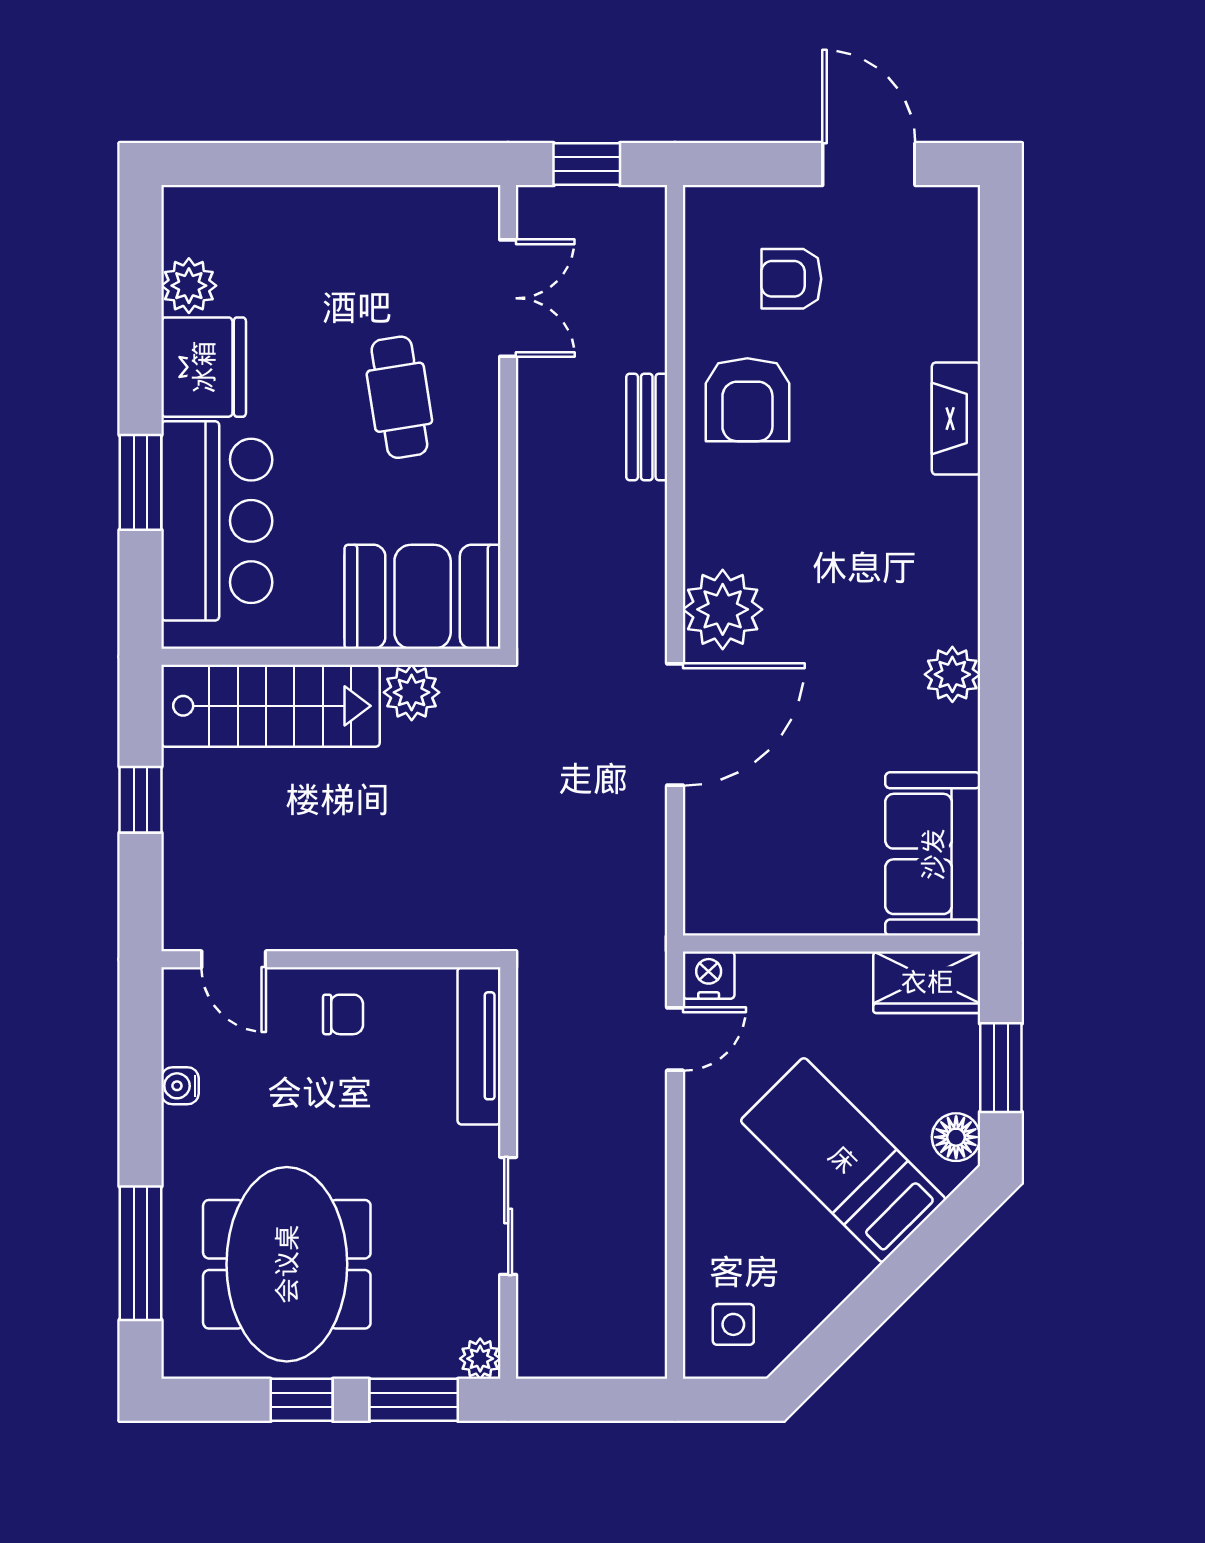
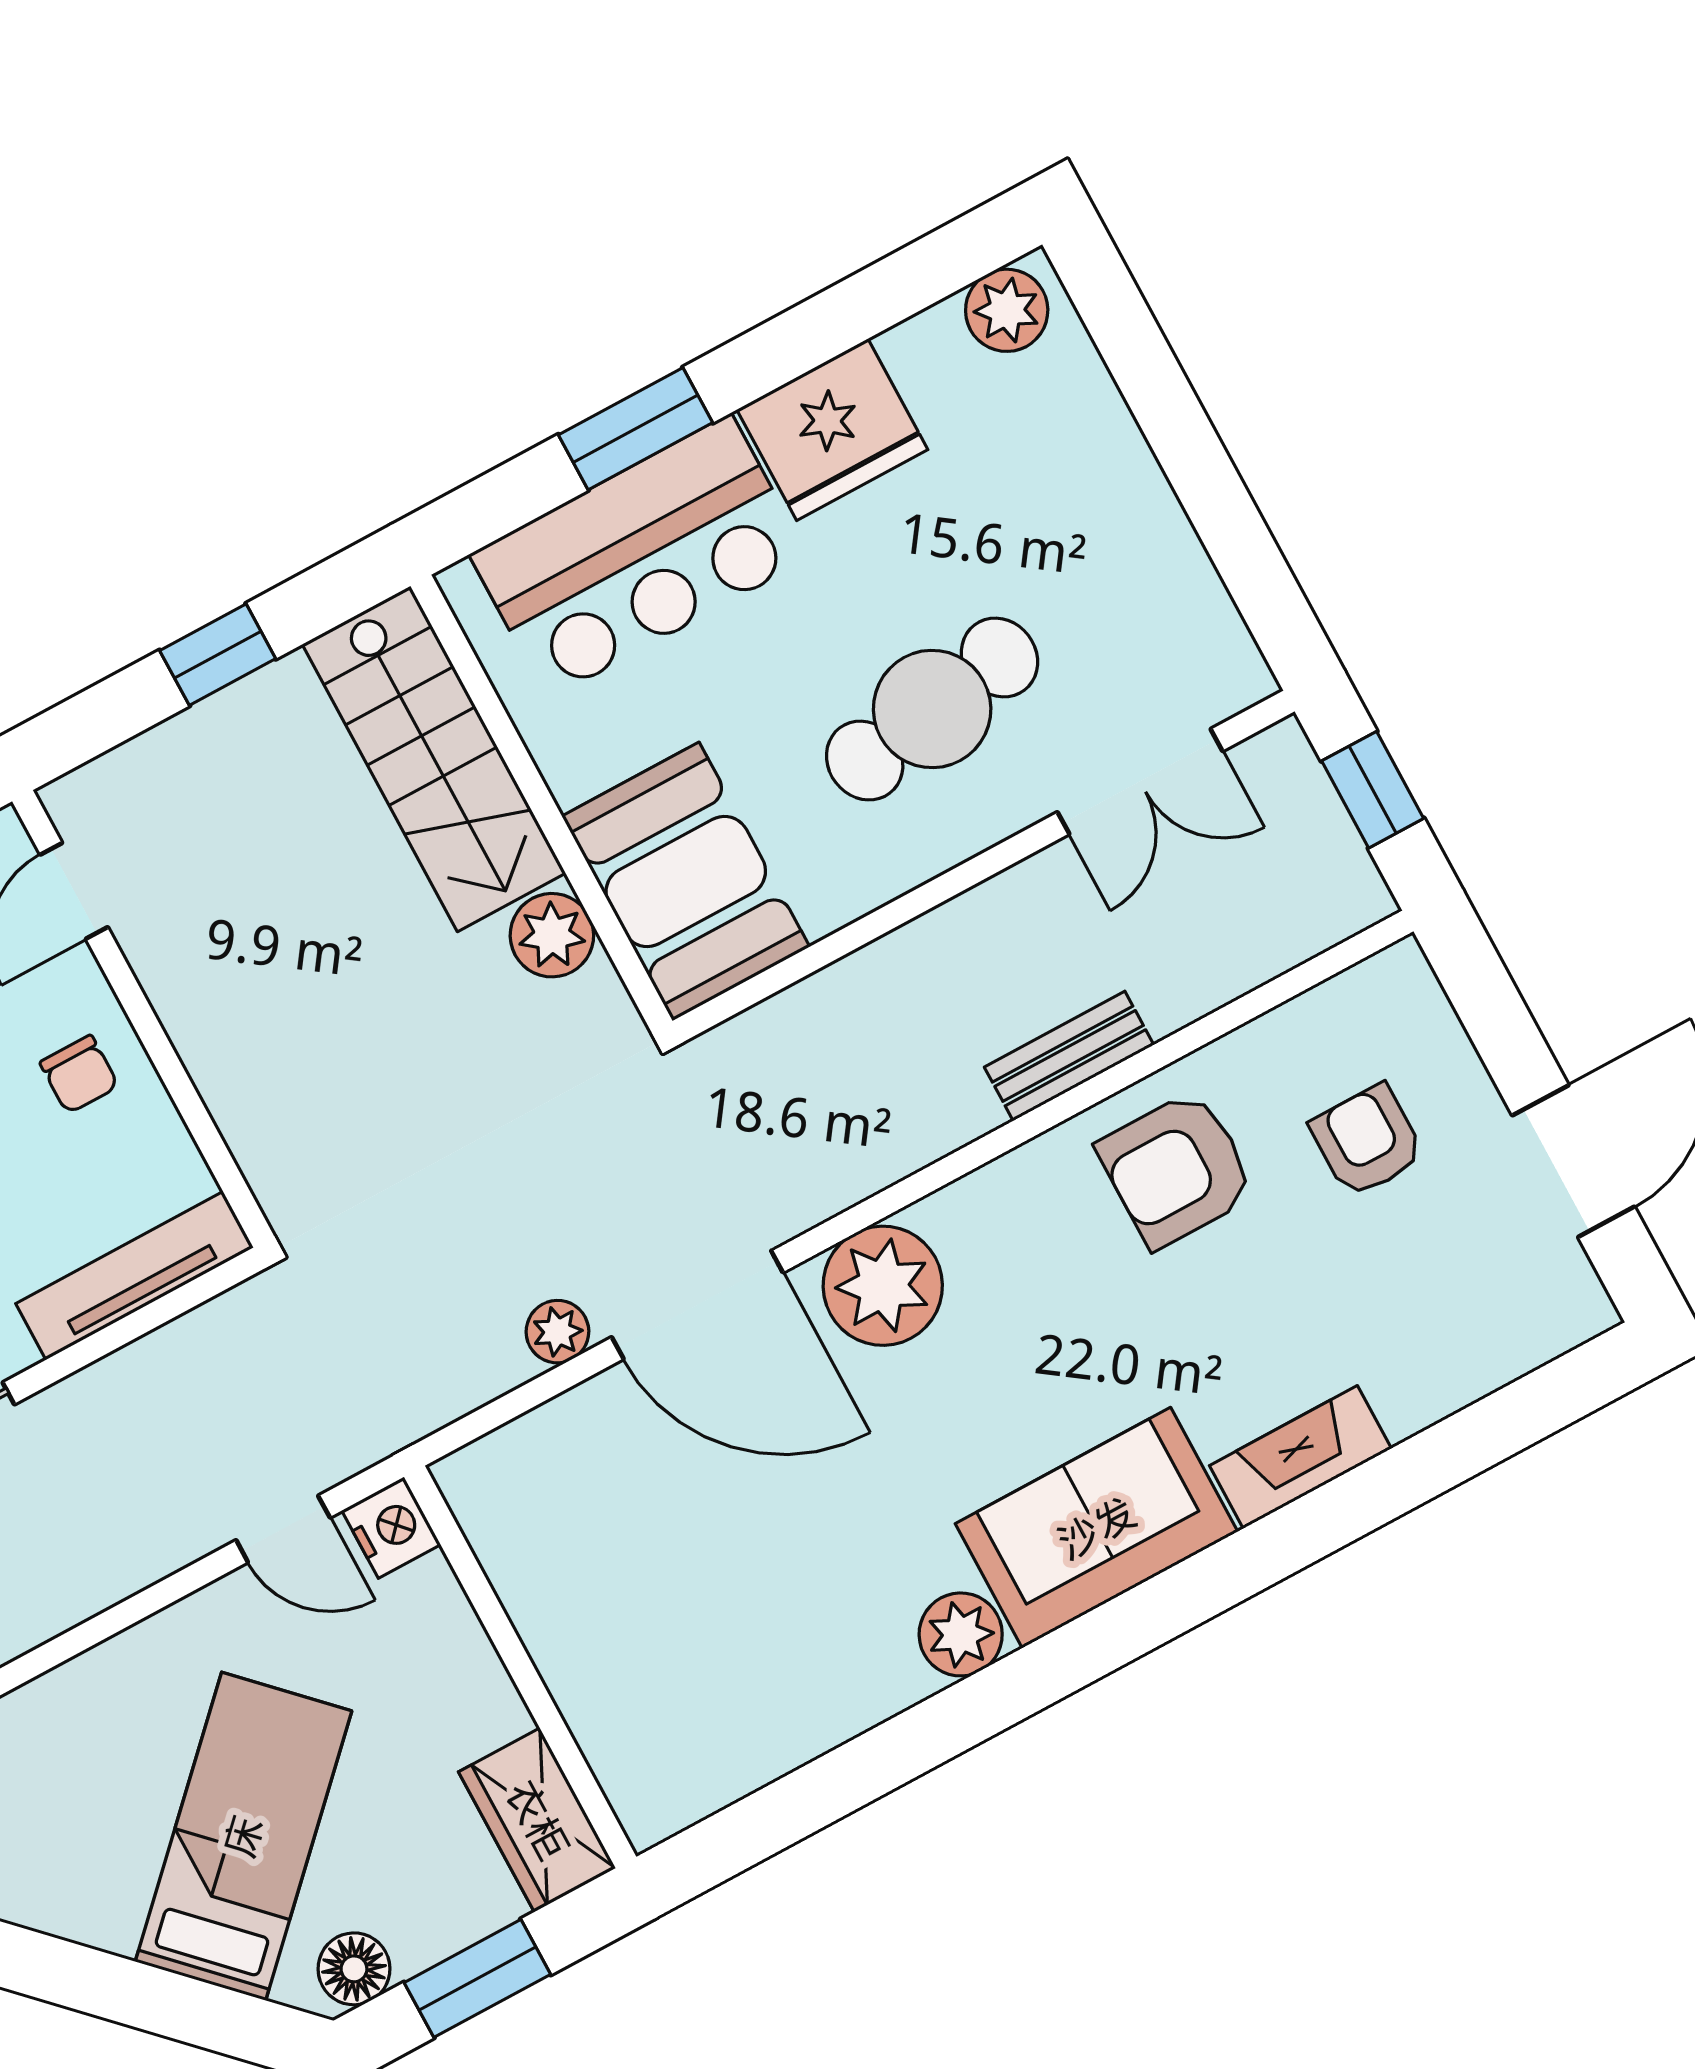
plant: (189, 286) -> (1007, 310), moved
cafe table: (399, 397) -> (932, 709), width x1.37, depth x1.35
plant: (646, 815) -> (557, 1332), added
sofa: (933, 854) -> (1097, 1528), moved

